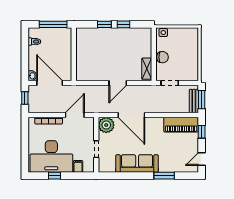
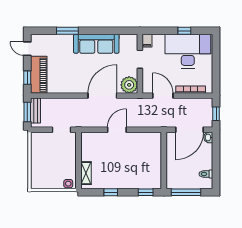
window: (104, 24) -> (146, 192), moved
chair: (162, 57) -> (69, 157), removed
shelving: (147, 69) -> (86, 173), moved
door: (50, 83) -> (190, 130), hinge flipped
door: (75, 115) -> (163, 96), swing flipped
door: (131, 115) -> (102, 96), hinge flipped
piano: (181, 125) -> (39, 75), moved, turned 90
door: (202, 159) -> (27, 49), swing flipped
filing cabinet: (78, 166) -> (147, 41), moved

